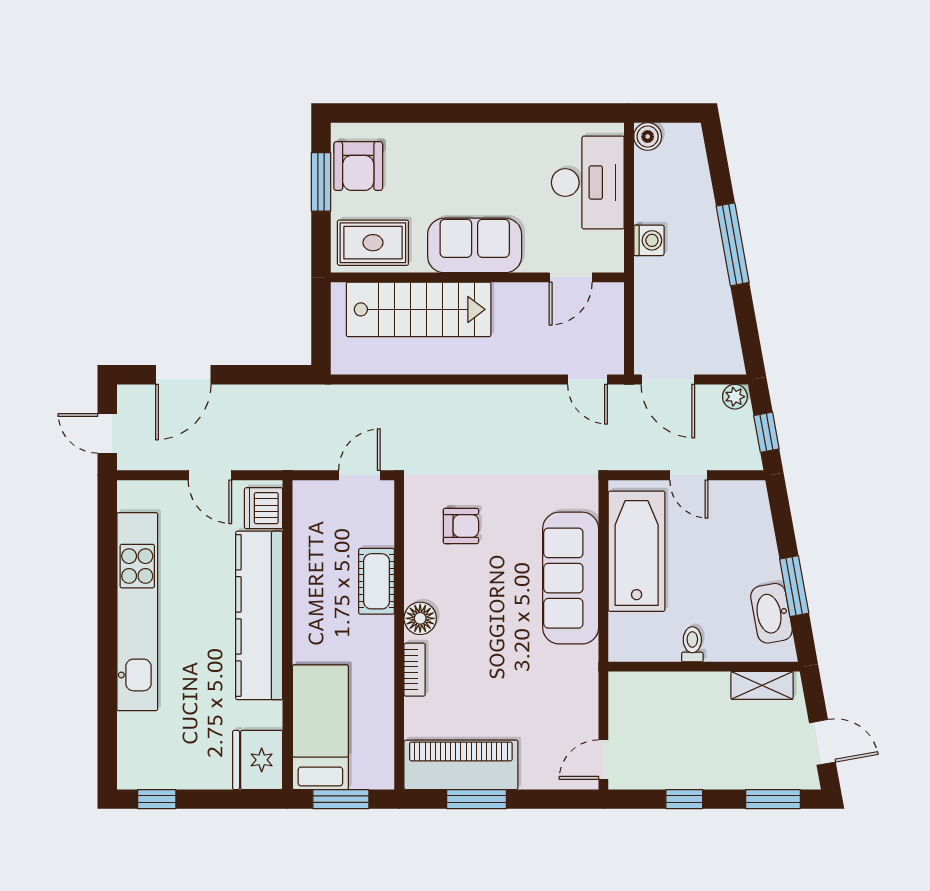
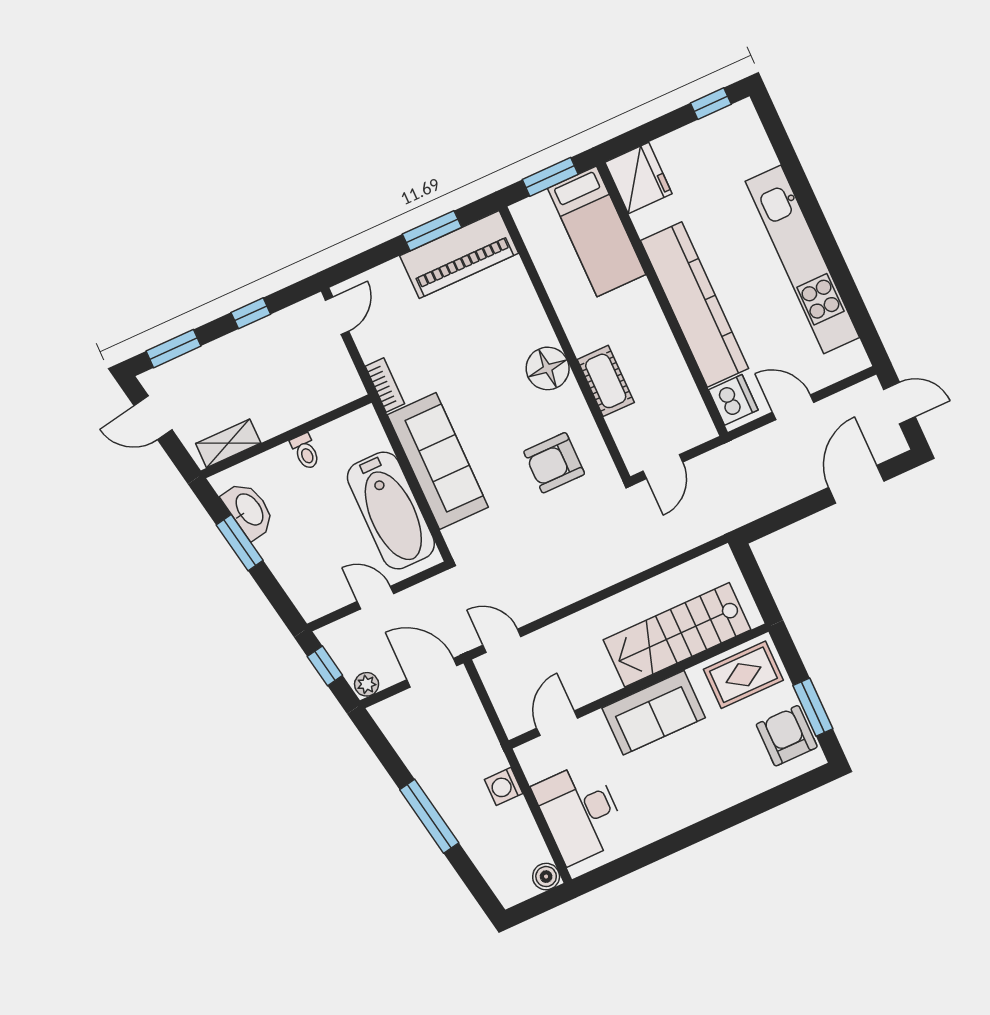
armchair: (461, 526) -> (554, 463), width x1.38, depth x1.38
floor lamp: (420, 618) -> (548, 368), width x1.38, depth x1.38
bookcase: (415, 670) -> (385, 385), moved, turned 180

